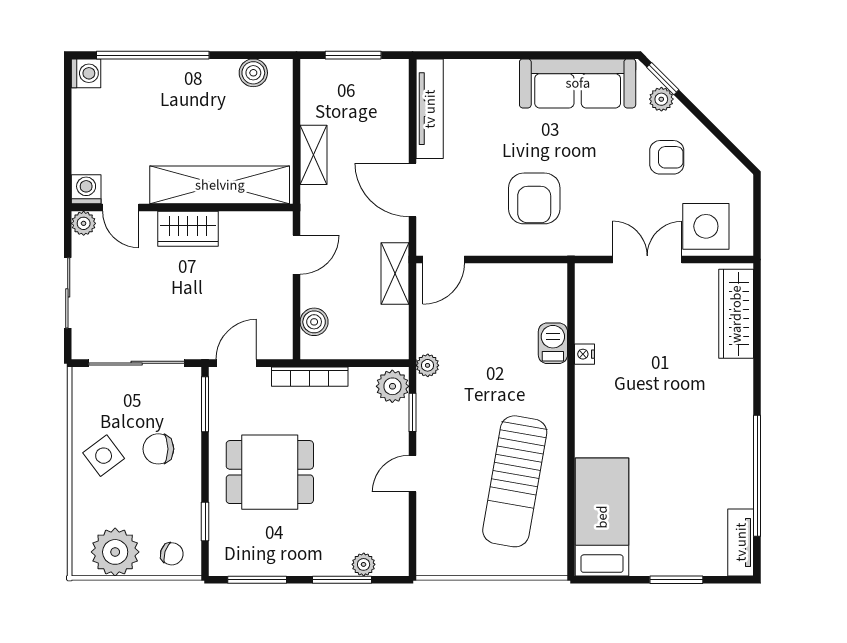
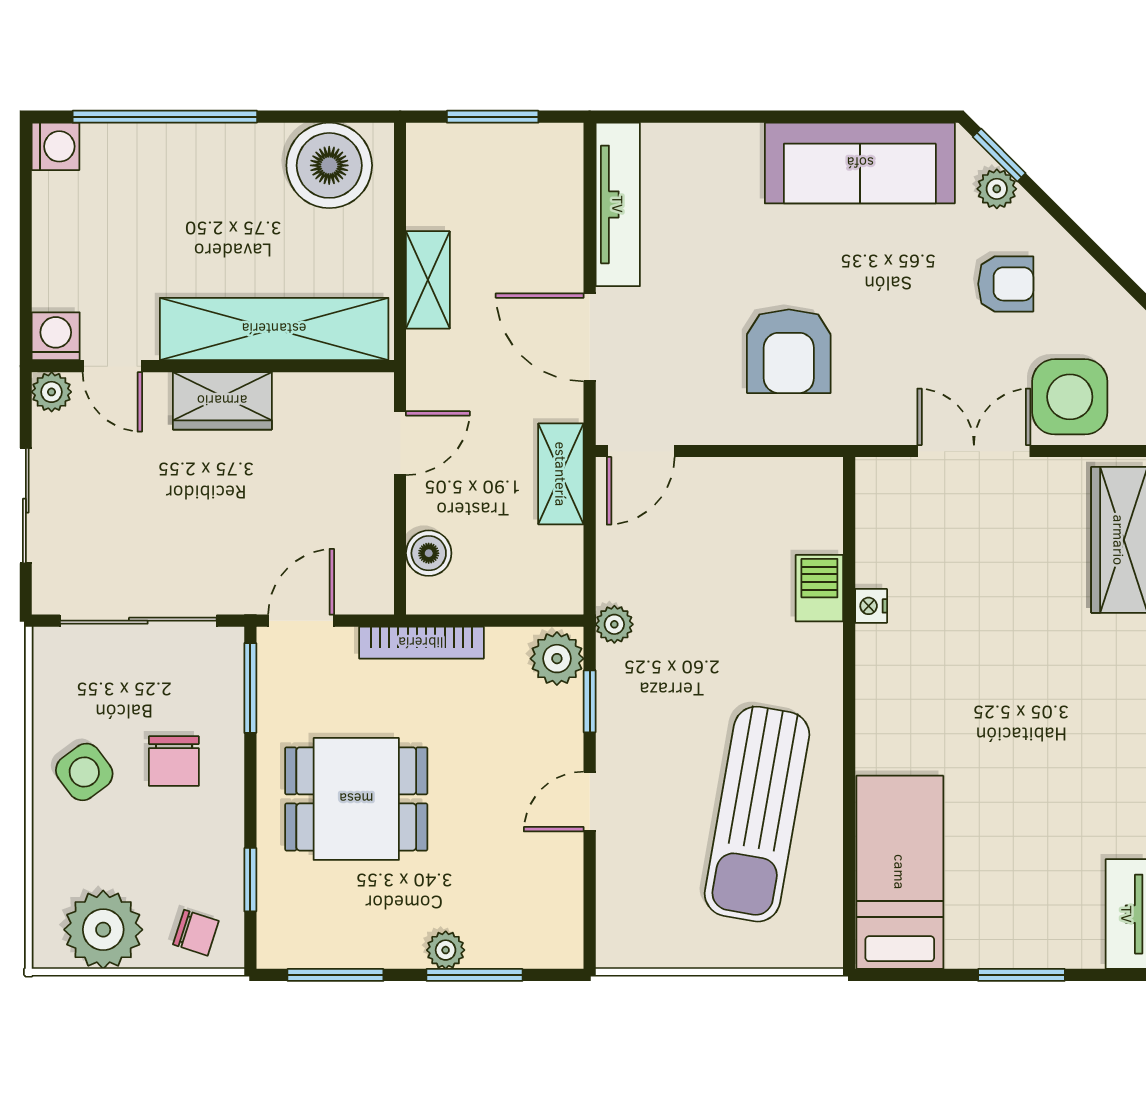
boiler: (253, 73) -> (329, 165), width x1.86, depth x1.86
chair: (158, 449) -> (174, 761), turned -90
plant: (364, 564) -> (446, 950), moved

